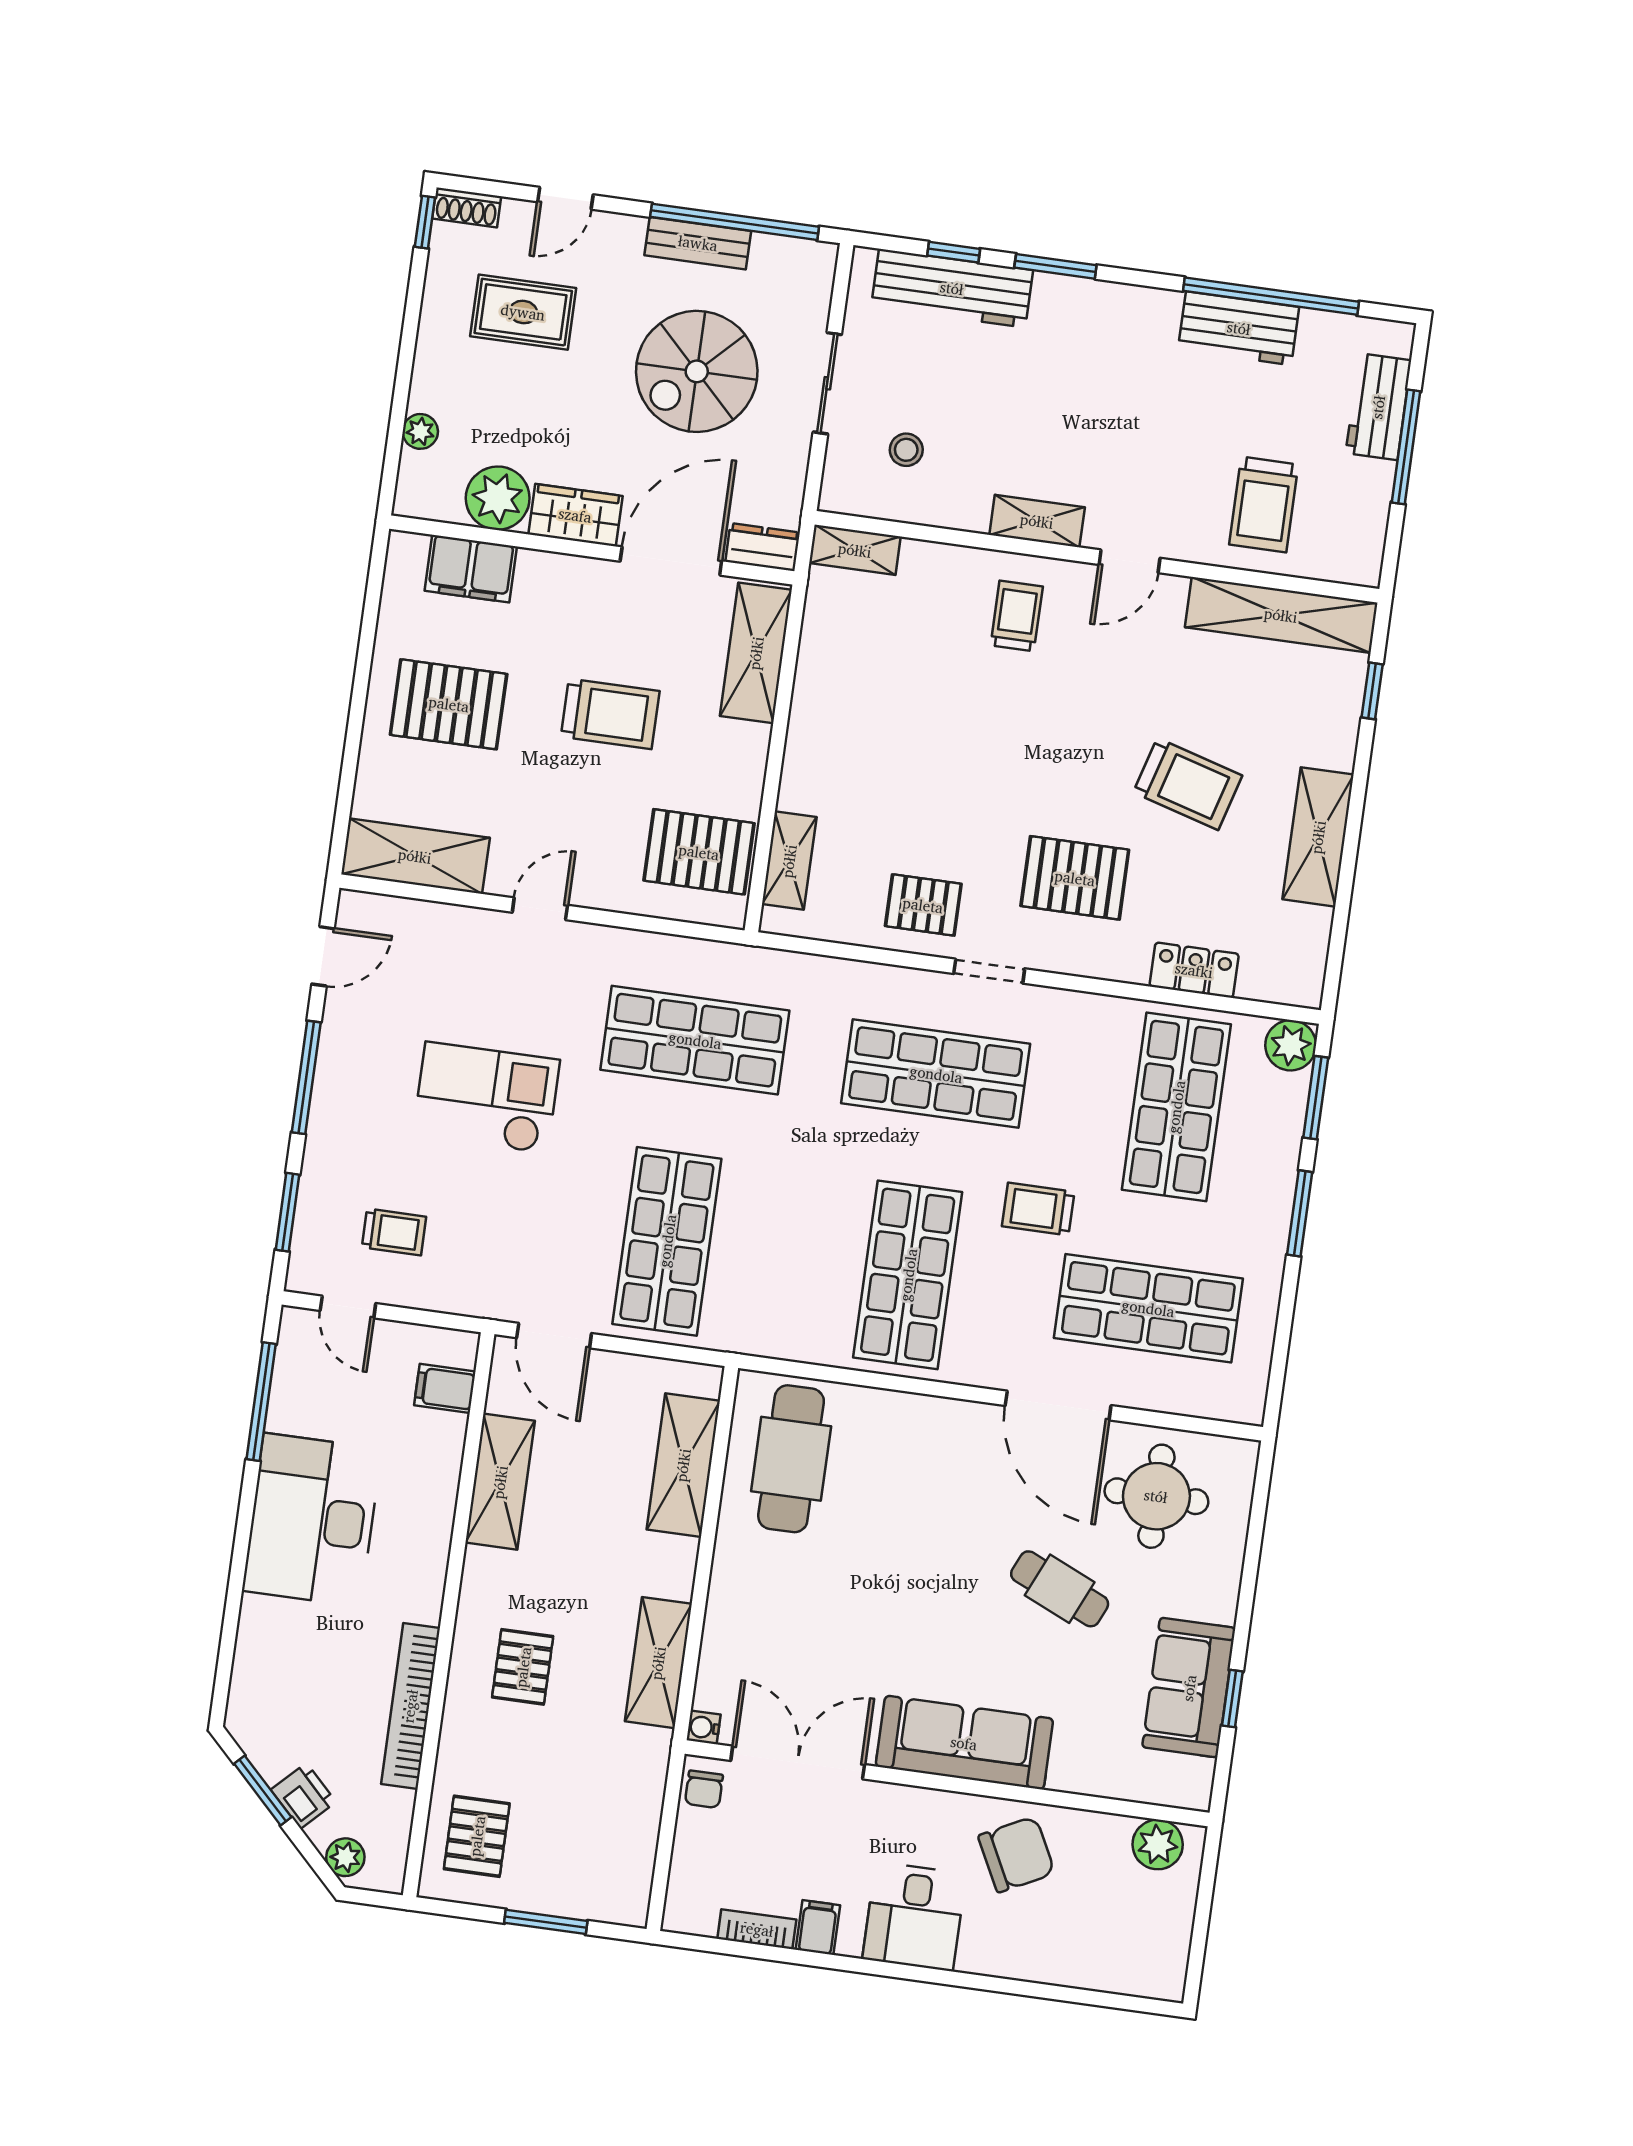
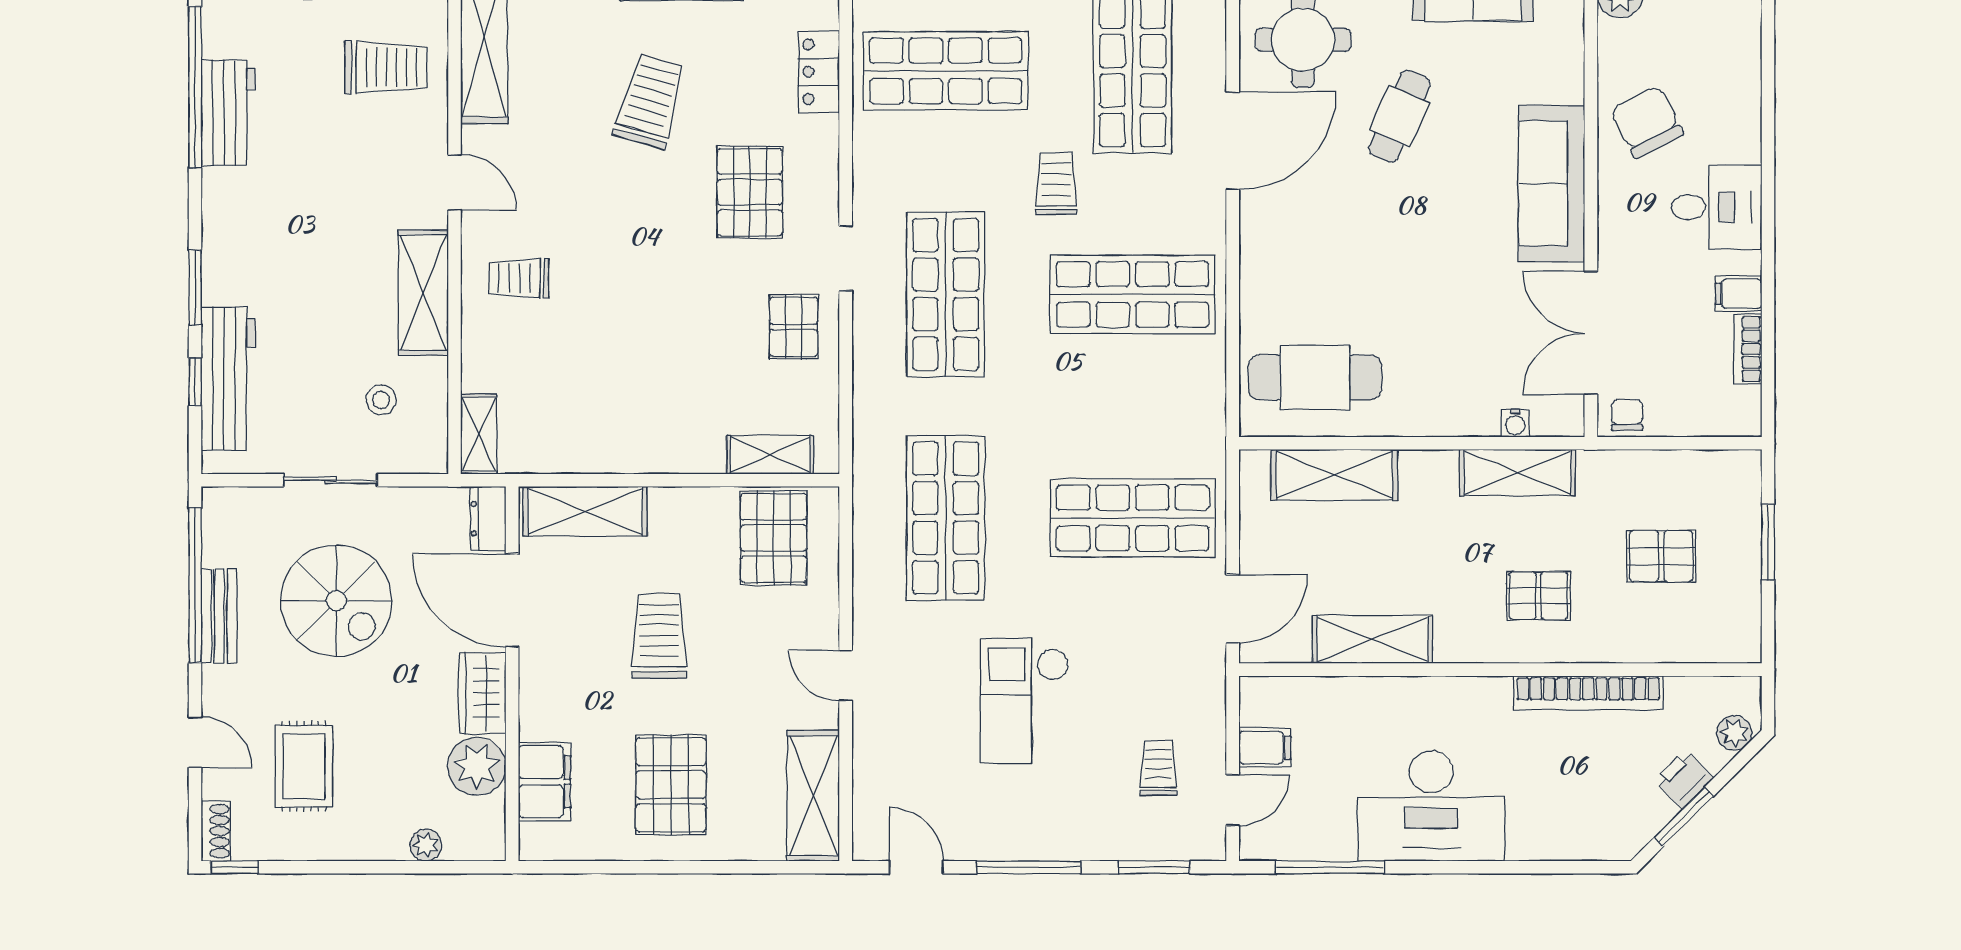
shelving: (1037, 521) -> (423, 293), width x1.50, depth x1.33
trolley: (1038, 1209) -> (1056, 184), turned 180
filing cabinet: (445, 1388) -> (1265, 748), moved, turned -90
water cooler: (704, 1727) -> (1515, 423), moved
chair: (704, 1789) -> (1627, 415), turned -90
pallet: (477, 1836) -> (1661, 556), moved

